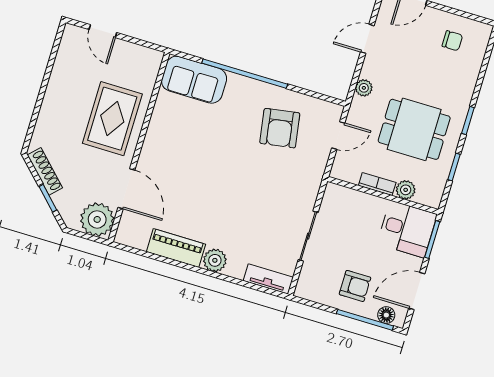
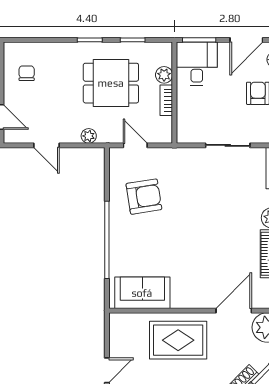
sofa: (194, 80) -> (142, 293), moved, turned -90
dining table: (414, 129) -> (111, 83), turned 90
door: (417, 291) -> (246, 40), hinge flipped

